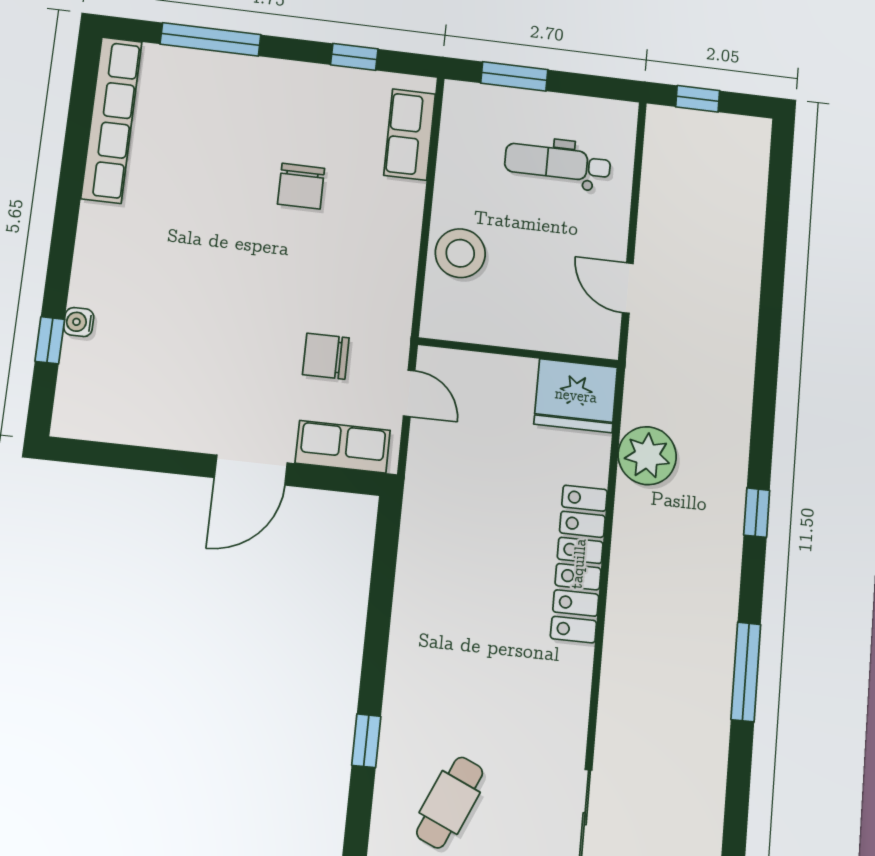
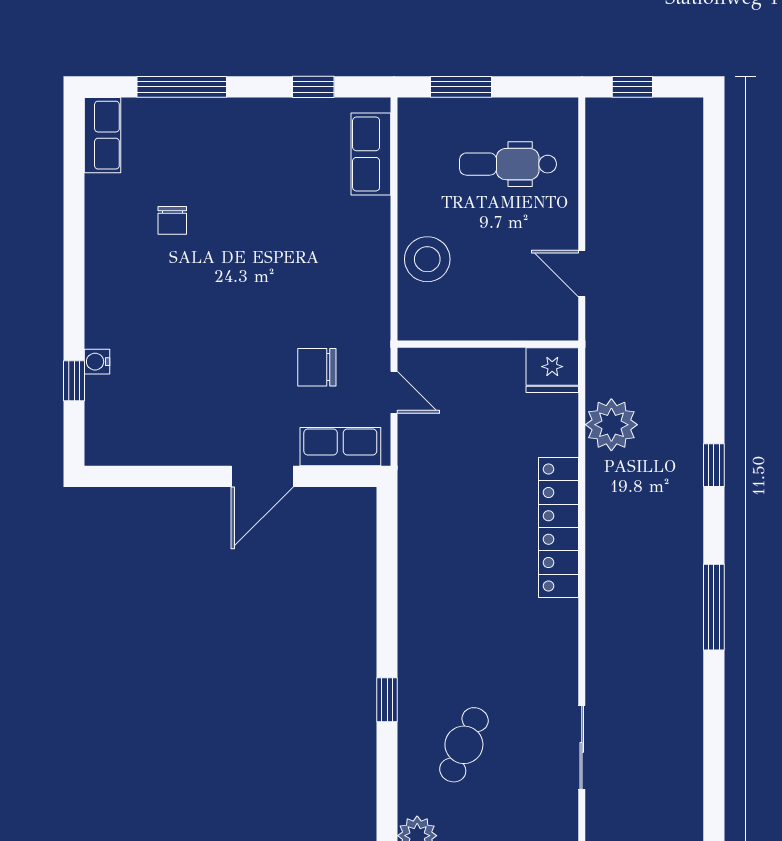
row of seats: (111, 120) -> (103, 135), width x0.50
chair: (301, 186) -> (172, 220), moved, width x0.73, depth x0.73
fridge: (576, 396) -> (552, 370), width x0.73, depth x0.75

